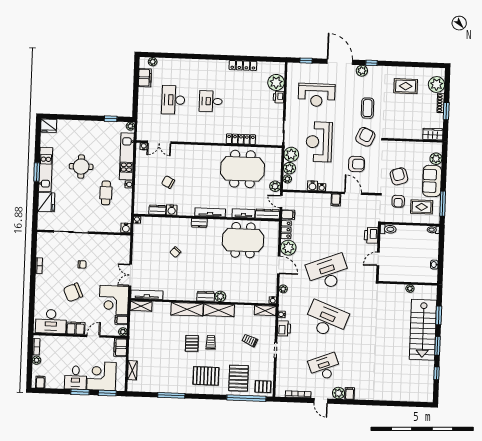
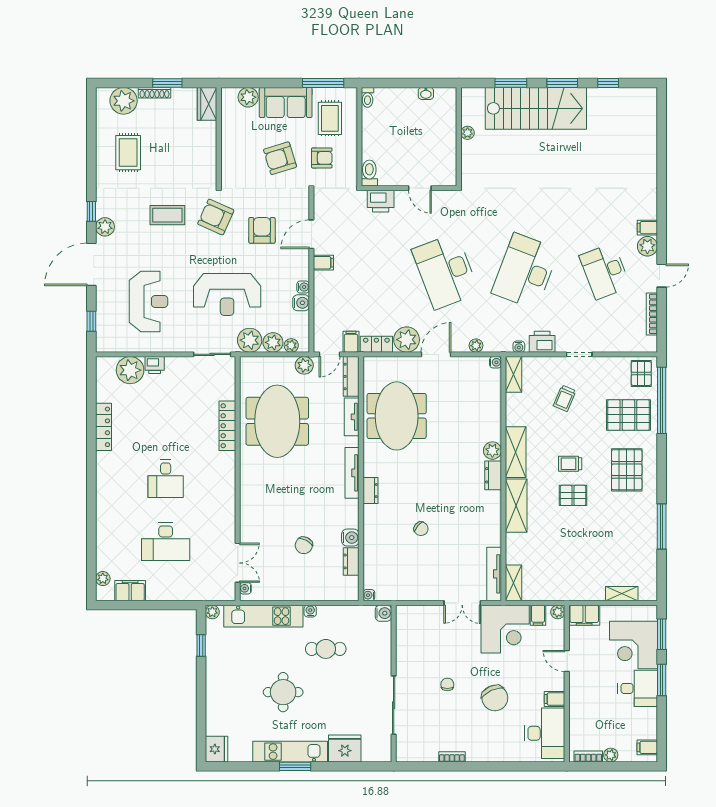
filing cabinet: (76, 328) -> (555, 699), width x0.50

